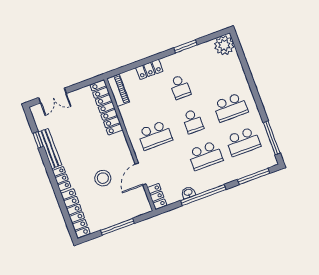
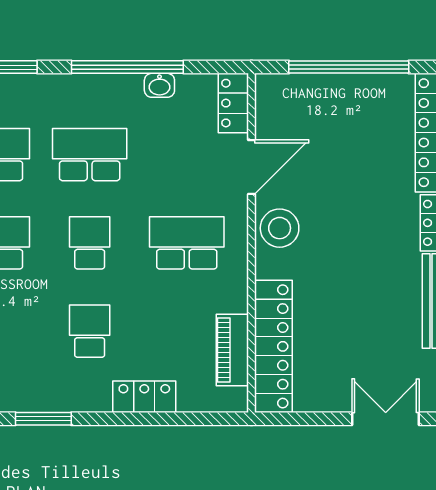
piano: (118, 91) -> (232, 350), moved
stool: (103, 178) -> (280, 228), moved
window: (117, 227) -> (349, 67), width x1.46

